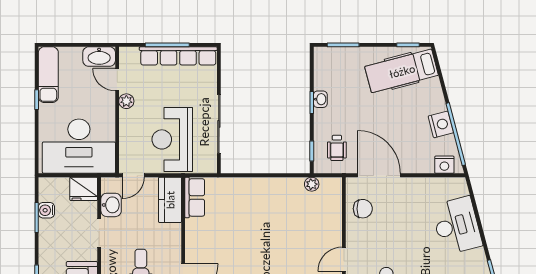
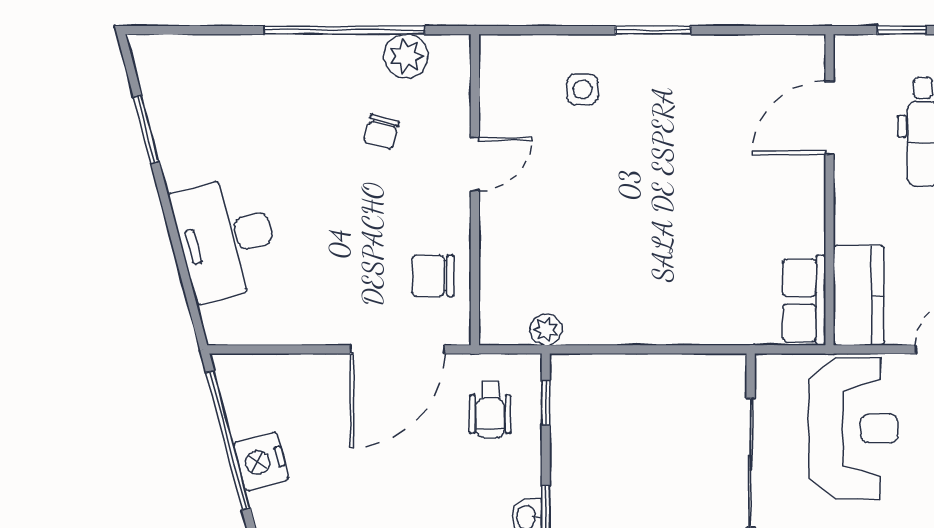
wheelchair: (337, 148) -> (490, 410), turned 180
nightstand: (444, 165) -> (253, 373), removed
door: (379, 175) -> (397, 349), hinge flipped

